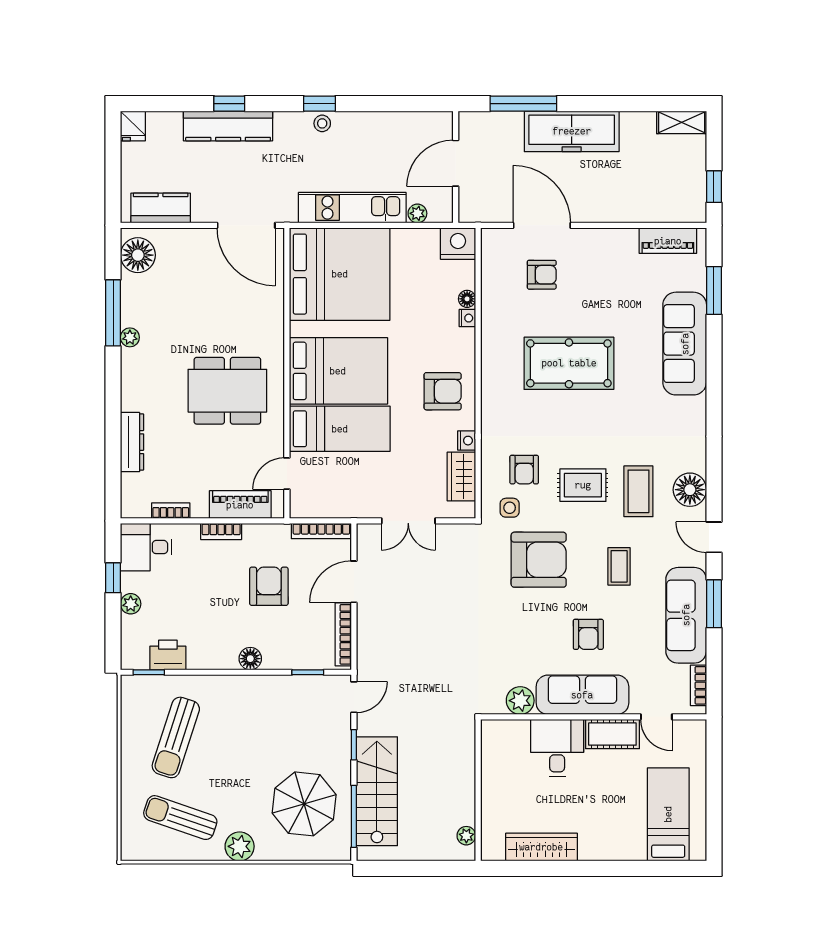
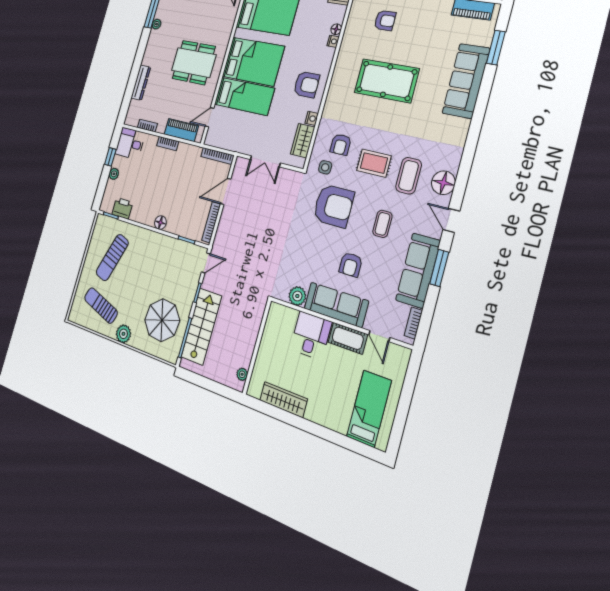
armchair: (269, 586) -> (182, 182), removed

